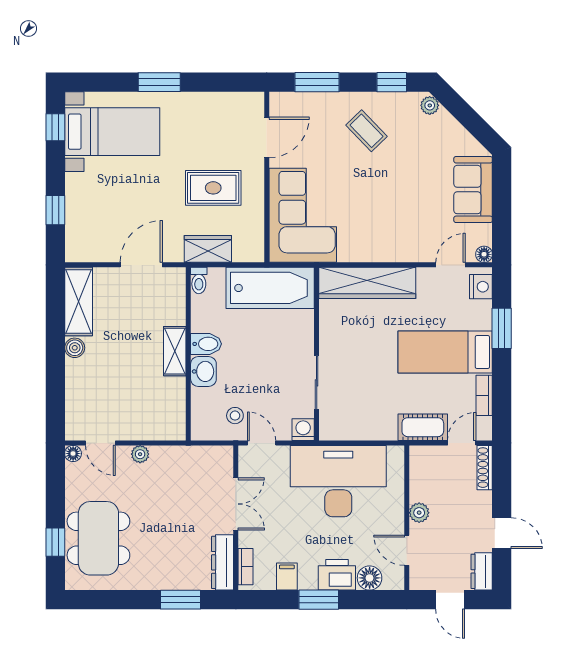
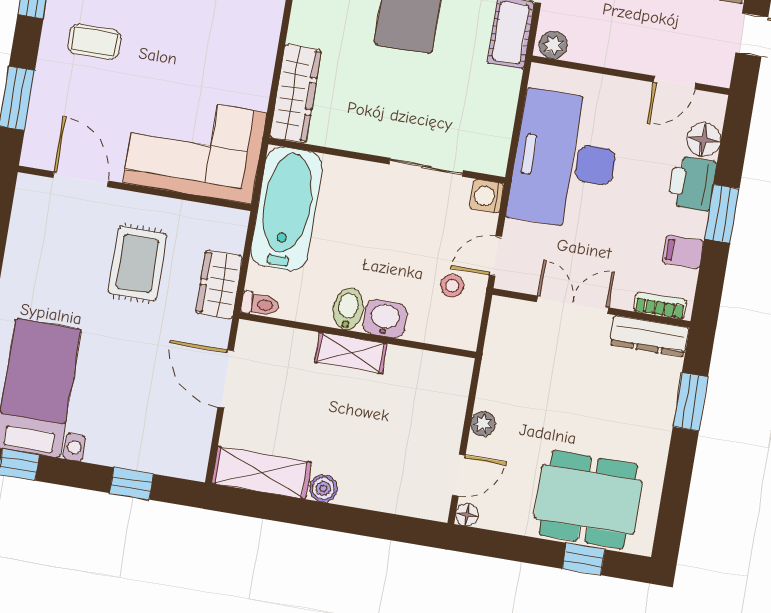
coffee table: (367, 131) -> (94, 42), turned 44
wardrobe: (367, 283) -> (295, 94), width x0.71, depth x0.85
plant: (419, 513) -> (553, 45), moved

